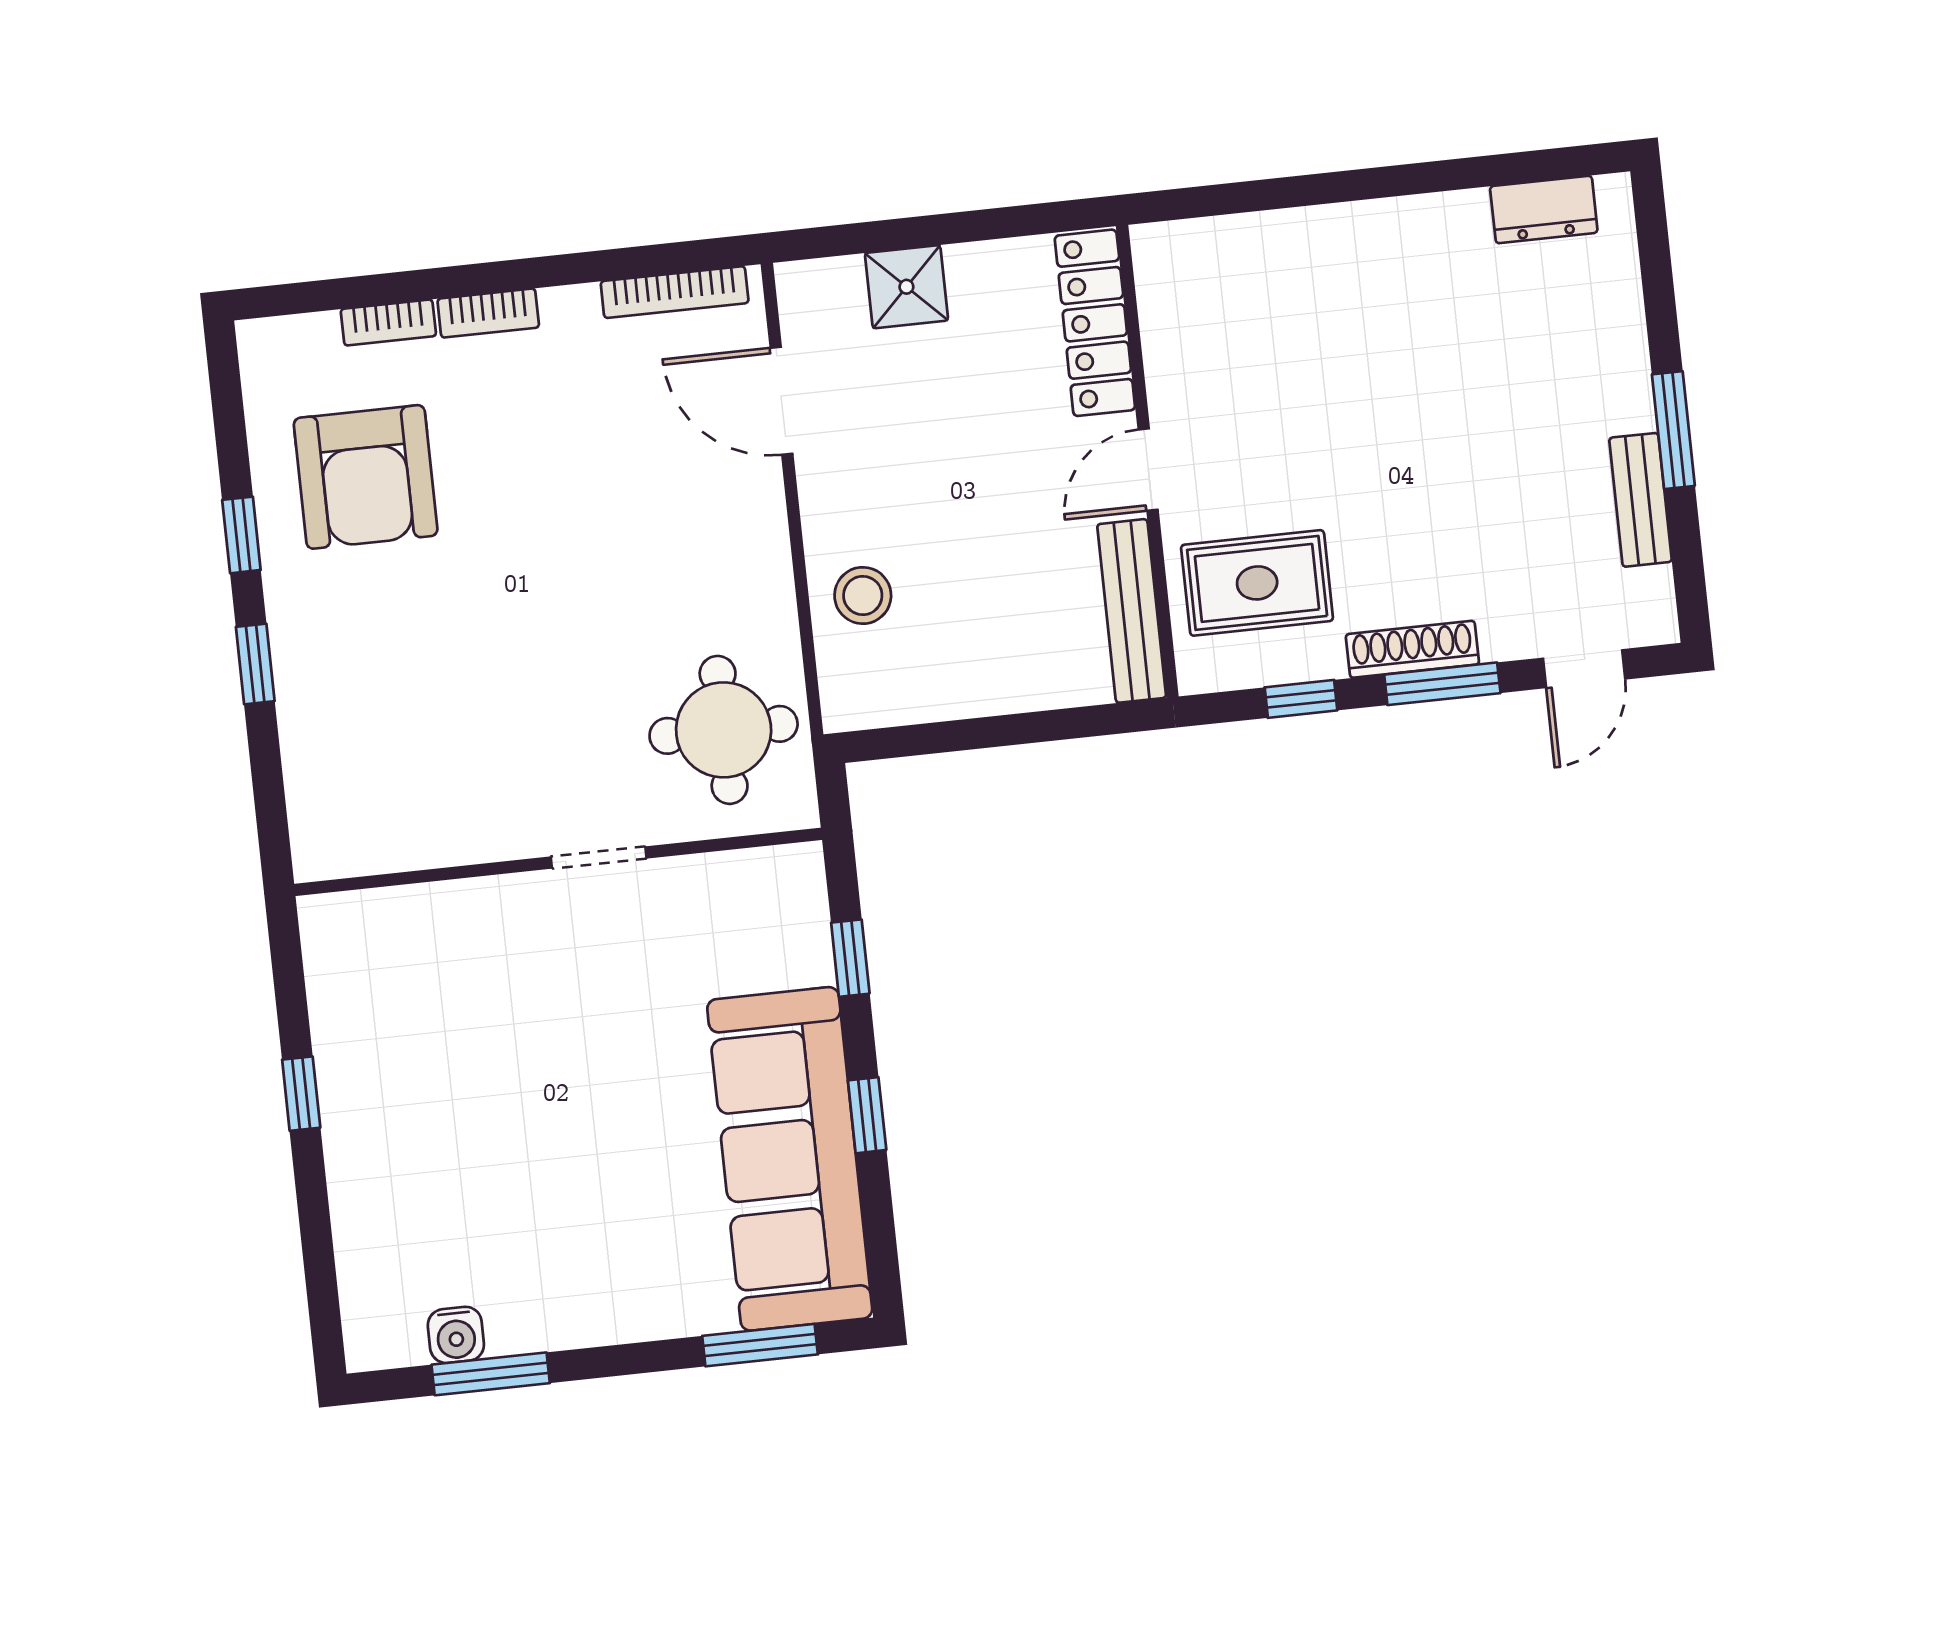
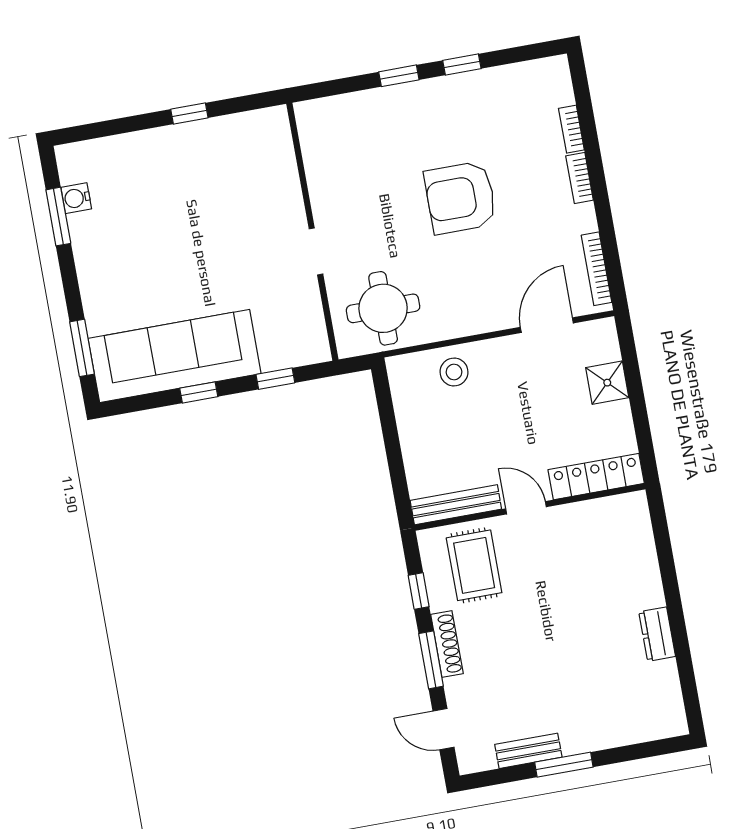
dresser: (1544, 209) -> (657, 634), moved
armchair: (366, 477) -> (461, 198), moved

